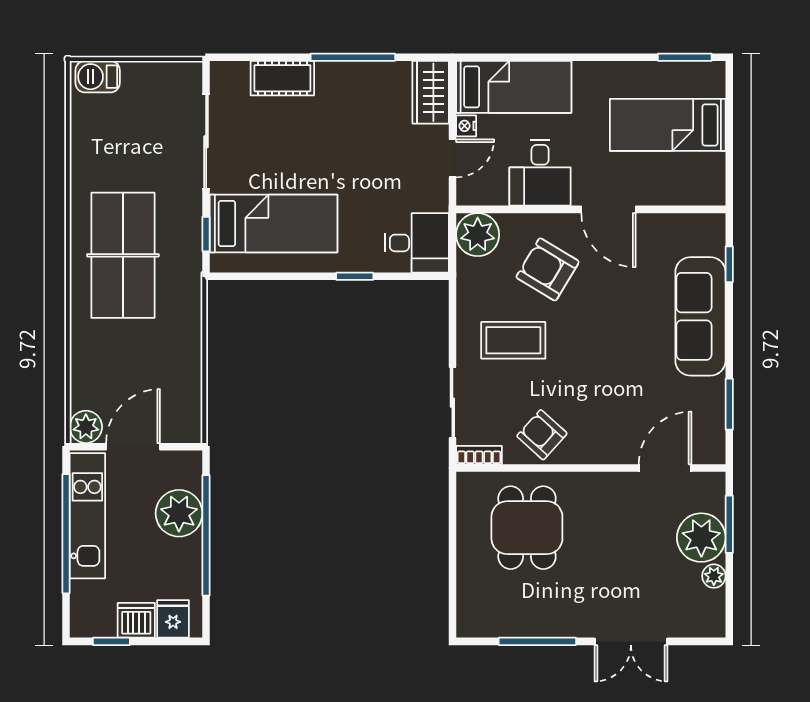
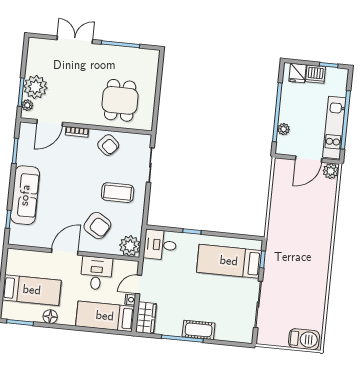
floor lamp: (625, 75) -> (50, 317), added
barbecue: (98, 77) -> (304, 339), width x1.38, depth x1.27
cot: (282, 78) -> (199, 330), moved
door: (608, 209) -> (65, 252), hinge flipped
table tennis table: (123, 255) -> (304, 253), removed
bookcase: (479, 455) -> (77, 132), moved
plant: (179, 513) -> (284, 129), width x0.53, depth x0.53
plant: (714, 576) -> (27, 105), moved

